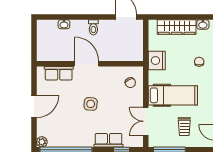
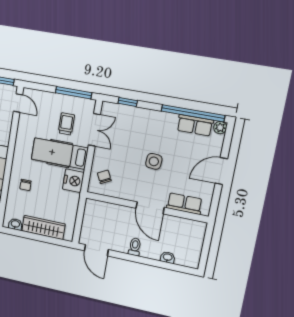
nightstand: (157, 61) -> (73, 181), moved
trolley: (184, 127) -> (66, 124), moved
row of seats: (108, 140) -> (195, 125), moved

